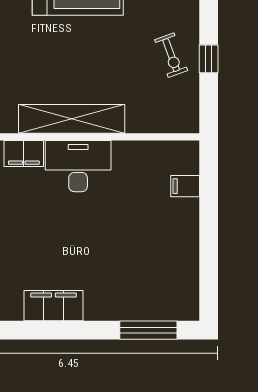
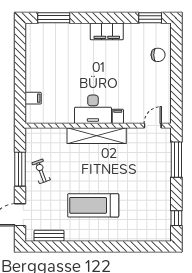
window: (209, 59) -> (20, 169), width x2.17
filing cabinet: (24, 153) -> (118, 116), width x0.50

